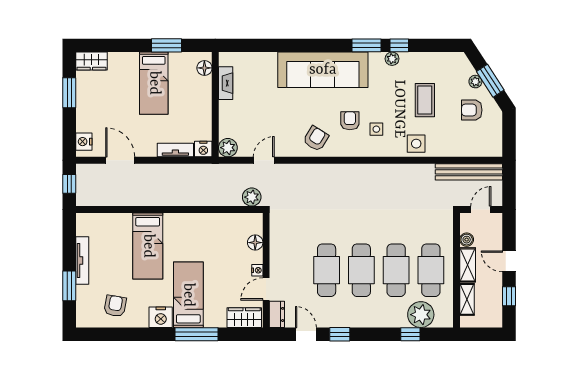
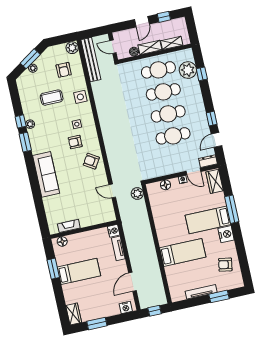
sofa: (323, 70) -> (46, 174), width x0.74, depth x0.79
armchair: (472, 110) -> (64, 70), moved
plant: (228, 148) -> (72, 48), moved

